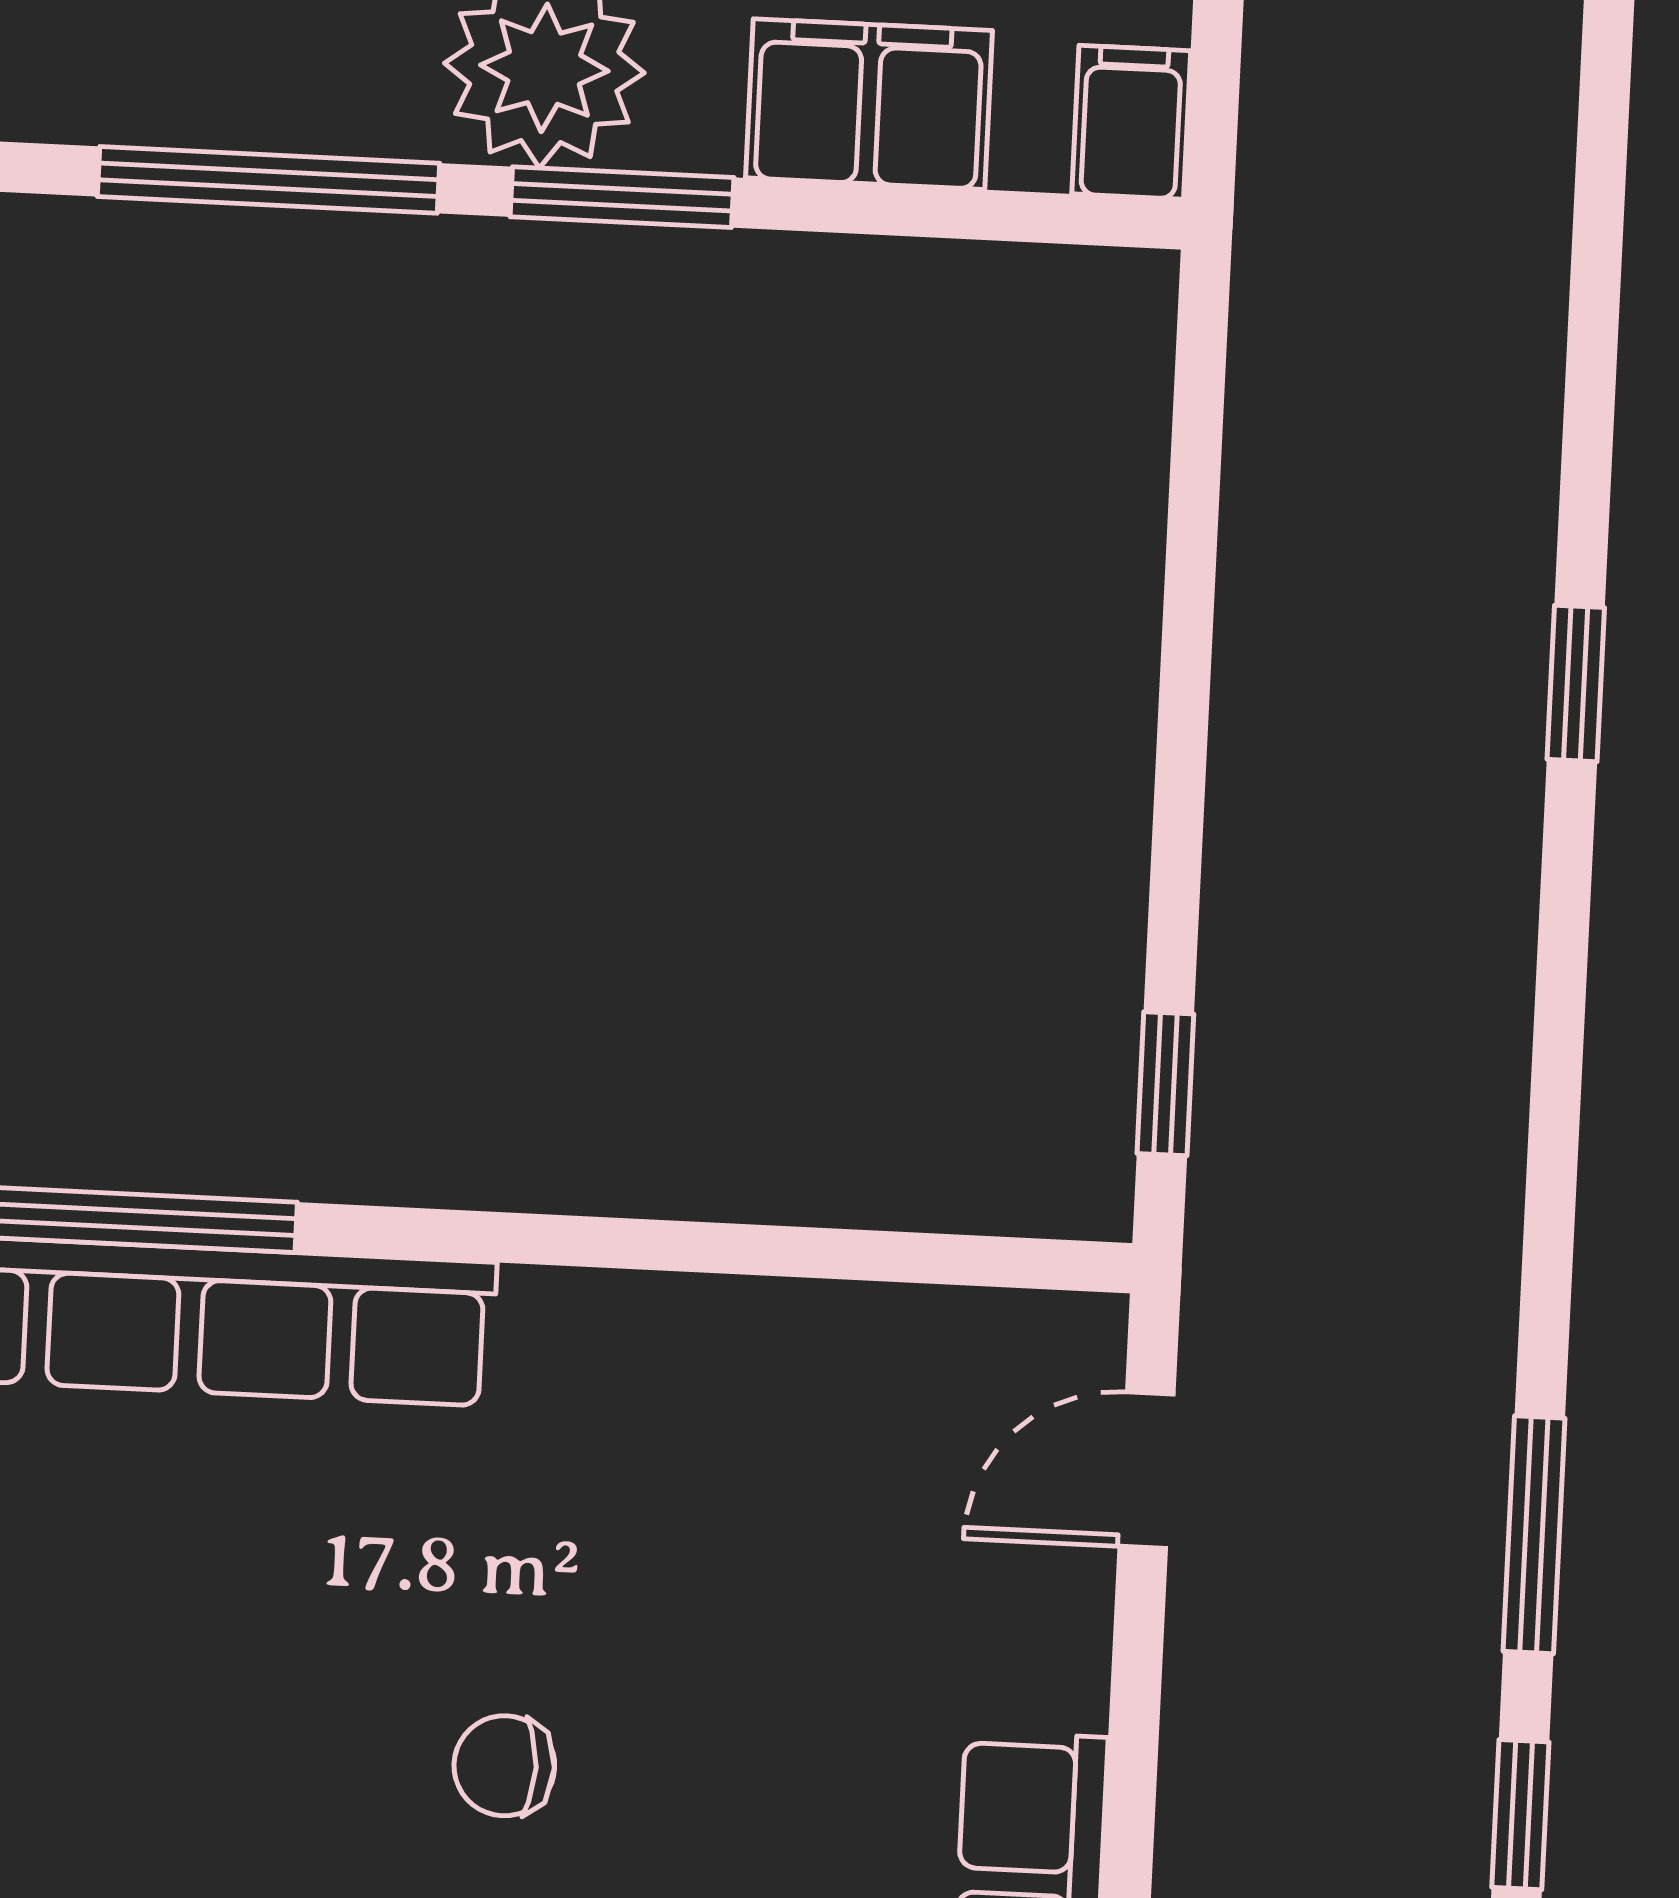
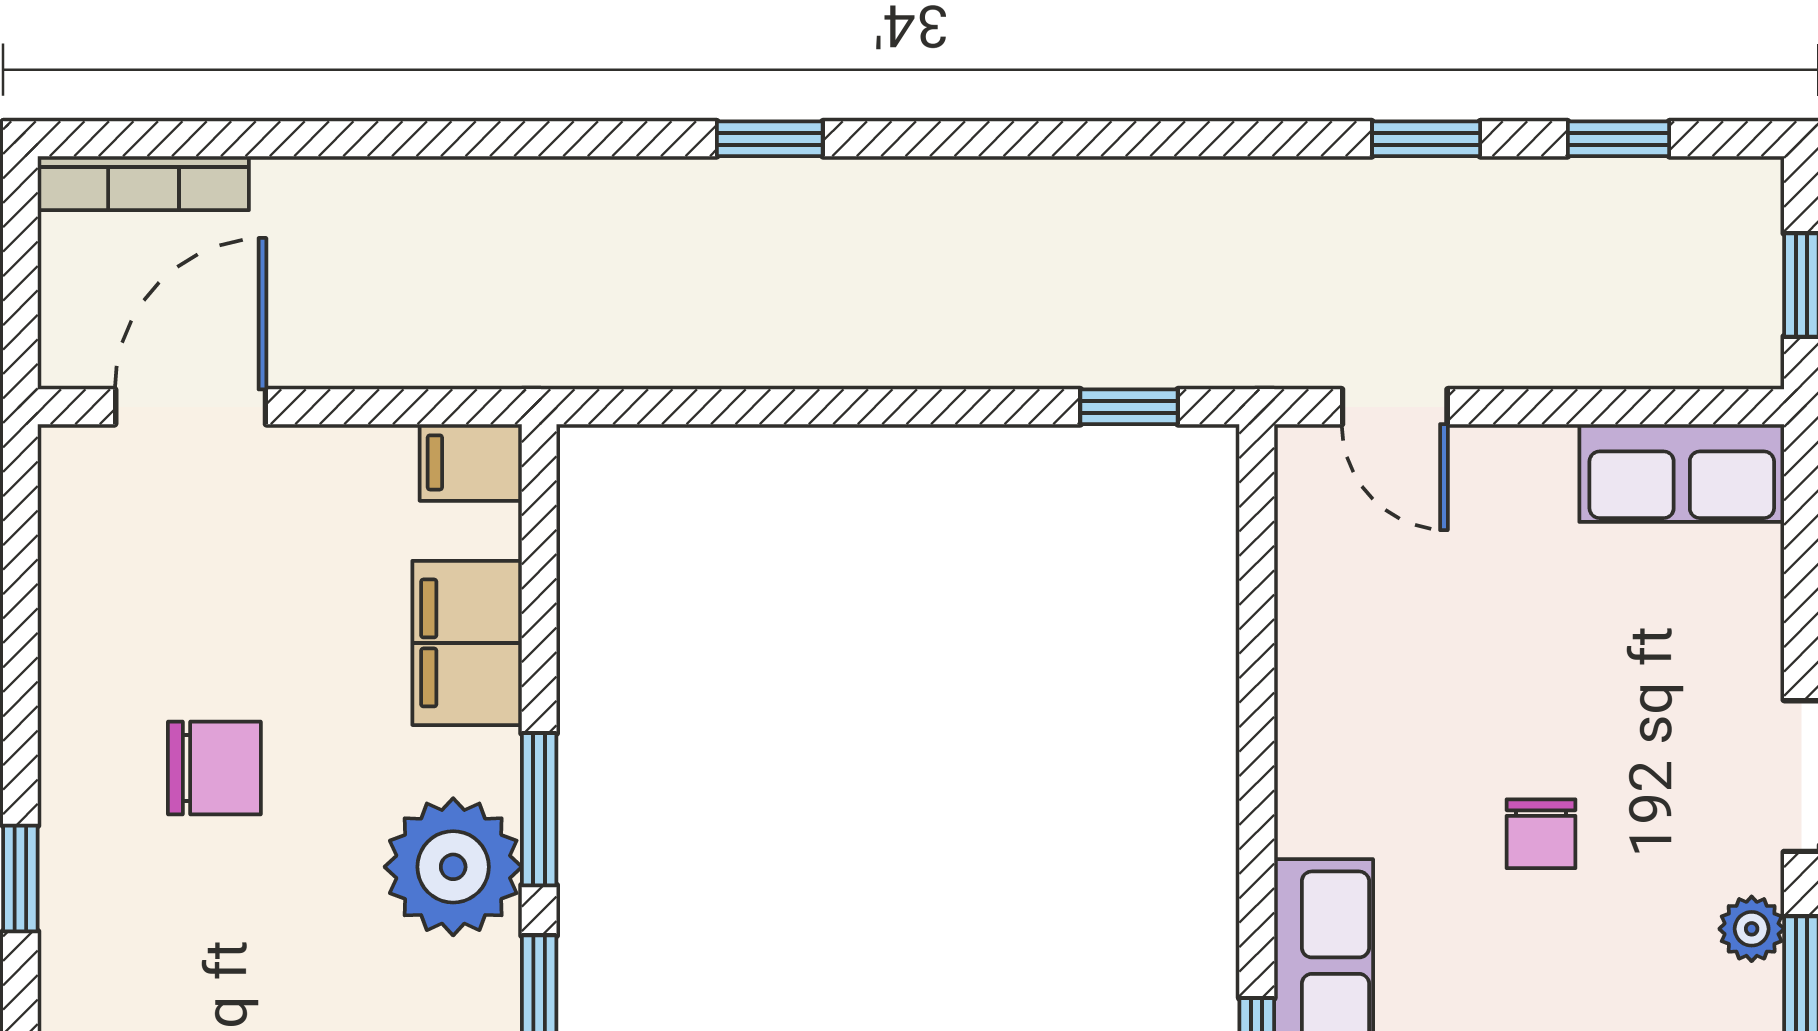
window: (1576, 683) -> (770, 139), moved
window: (1534, 1535) -> (1426, 139), width x0.67
chair: (504, 1766) -> (1541, 834), moved

